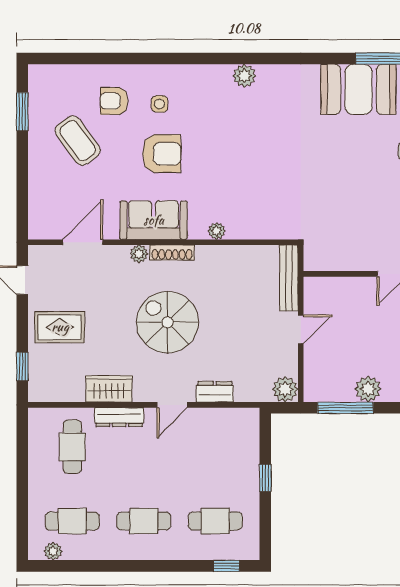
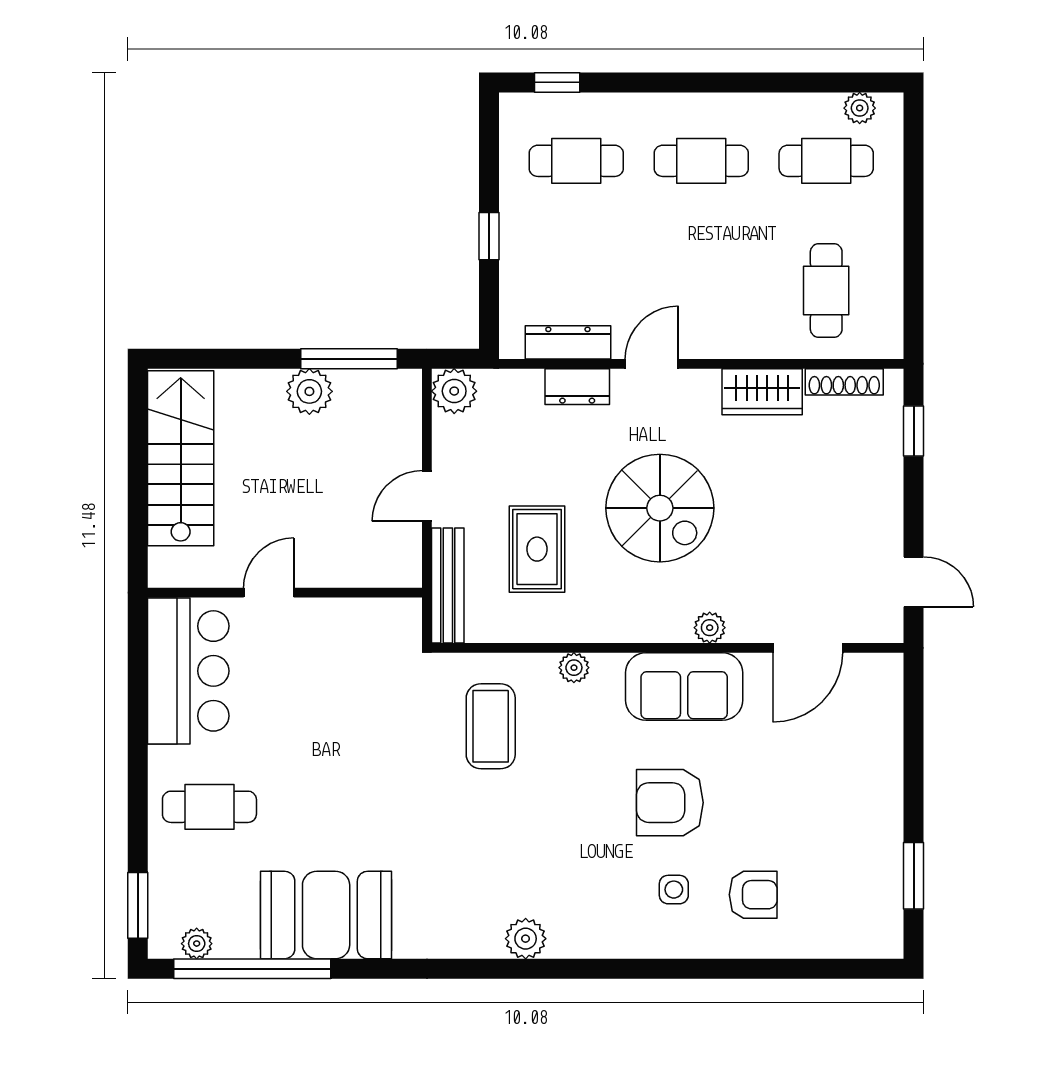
coffee table: (78, 141) -> (491, 726), moved, turned 36
shoe rack: (172, 253) -> (844, 382), moved, turned 180
rug: (60, 327) -> (537, 549), moved, turned 90
dresser: (119, 417) -> (568, 342), moved

